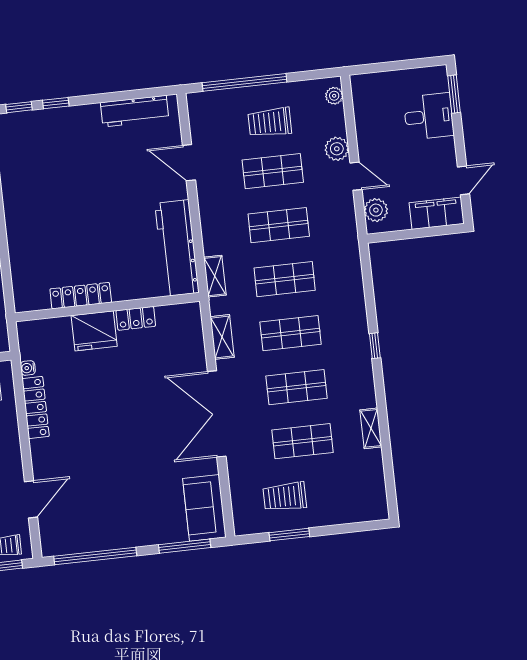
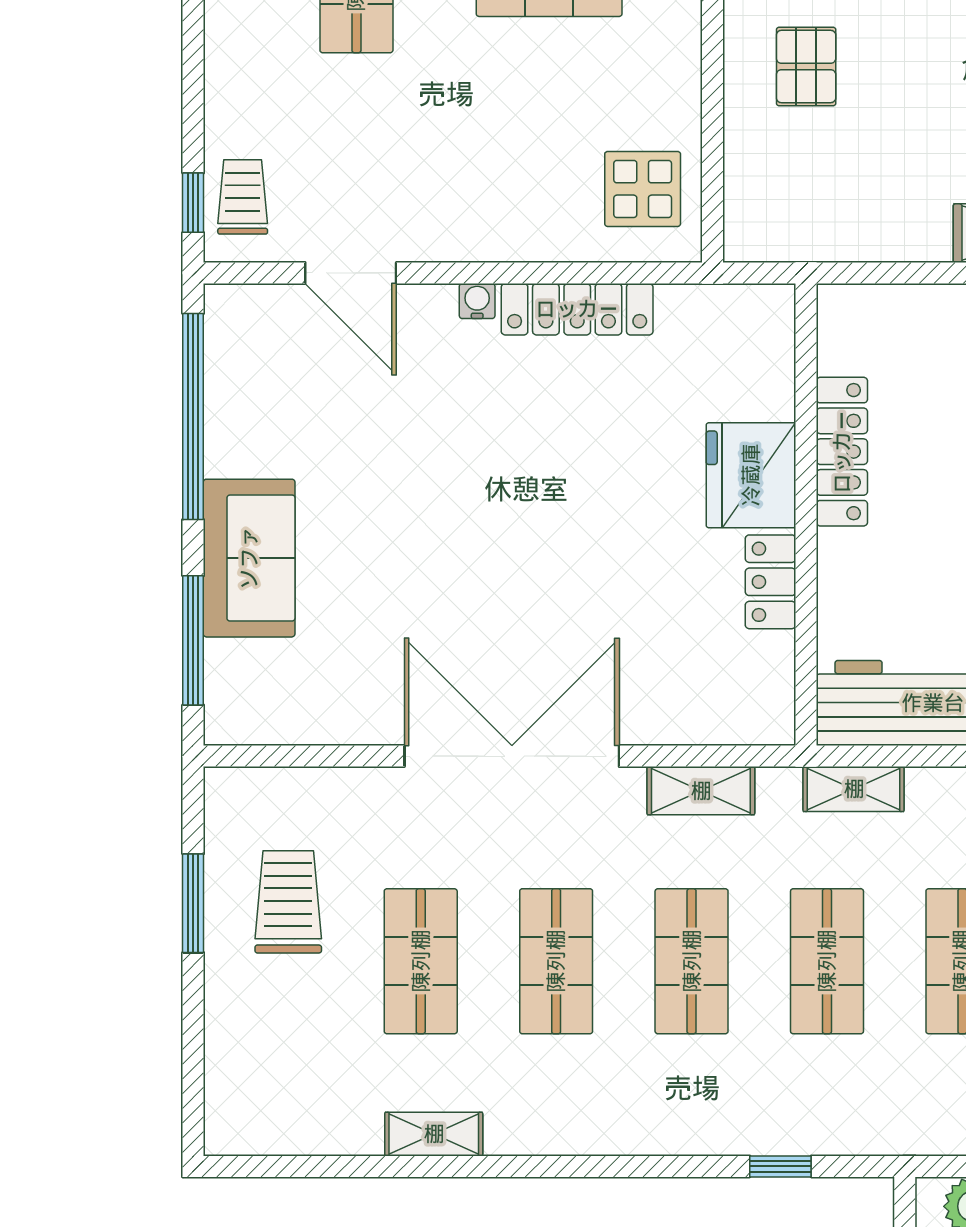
window: (375, 346) -> (780, 1166), moved
water cooler: (28, 368) -> (477, 301), moved
sofa: (204, 508) -> (249, 558), moved, turned 90

